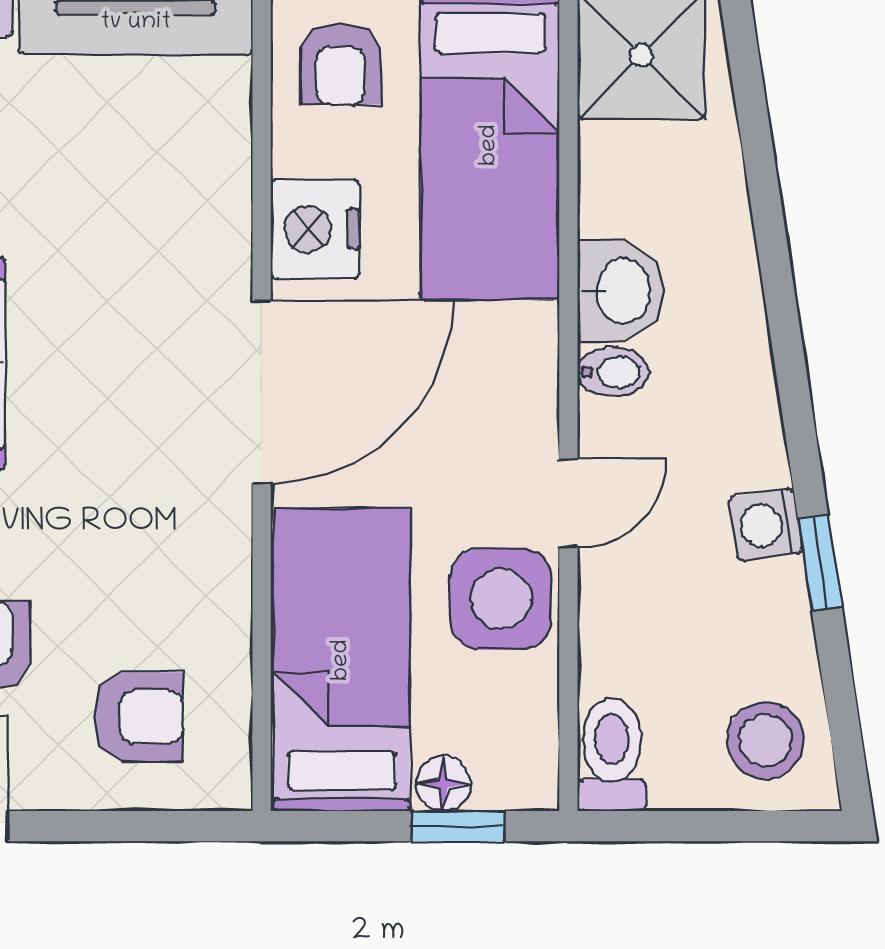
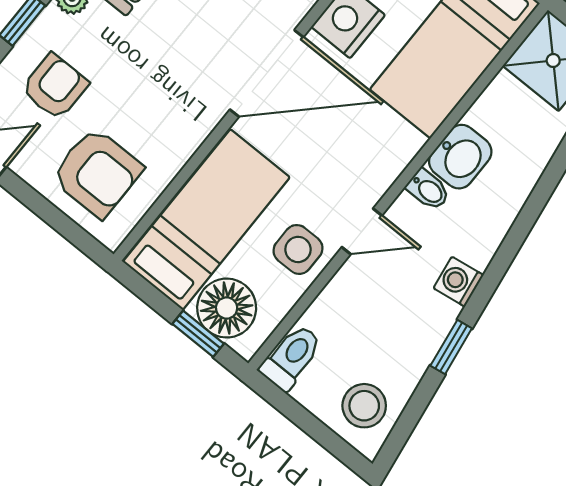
washing machine: (766, 525) -> (458, 282), moved
side table: (501, 599) -> (298, 249), width x0.73, depth x0.73
armchair: (139, 717) -> (97, 173), width x1.38, depth x1.38
floor lamp: (443, 784) -> (227, 308), width x1.89, depth x1.89

